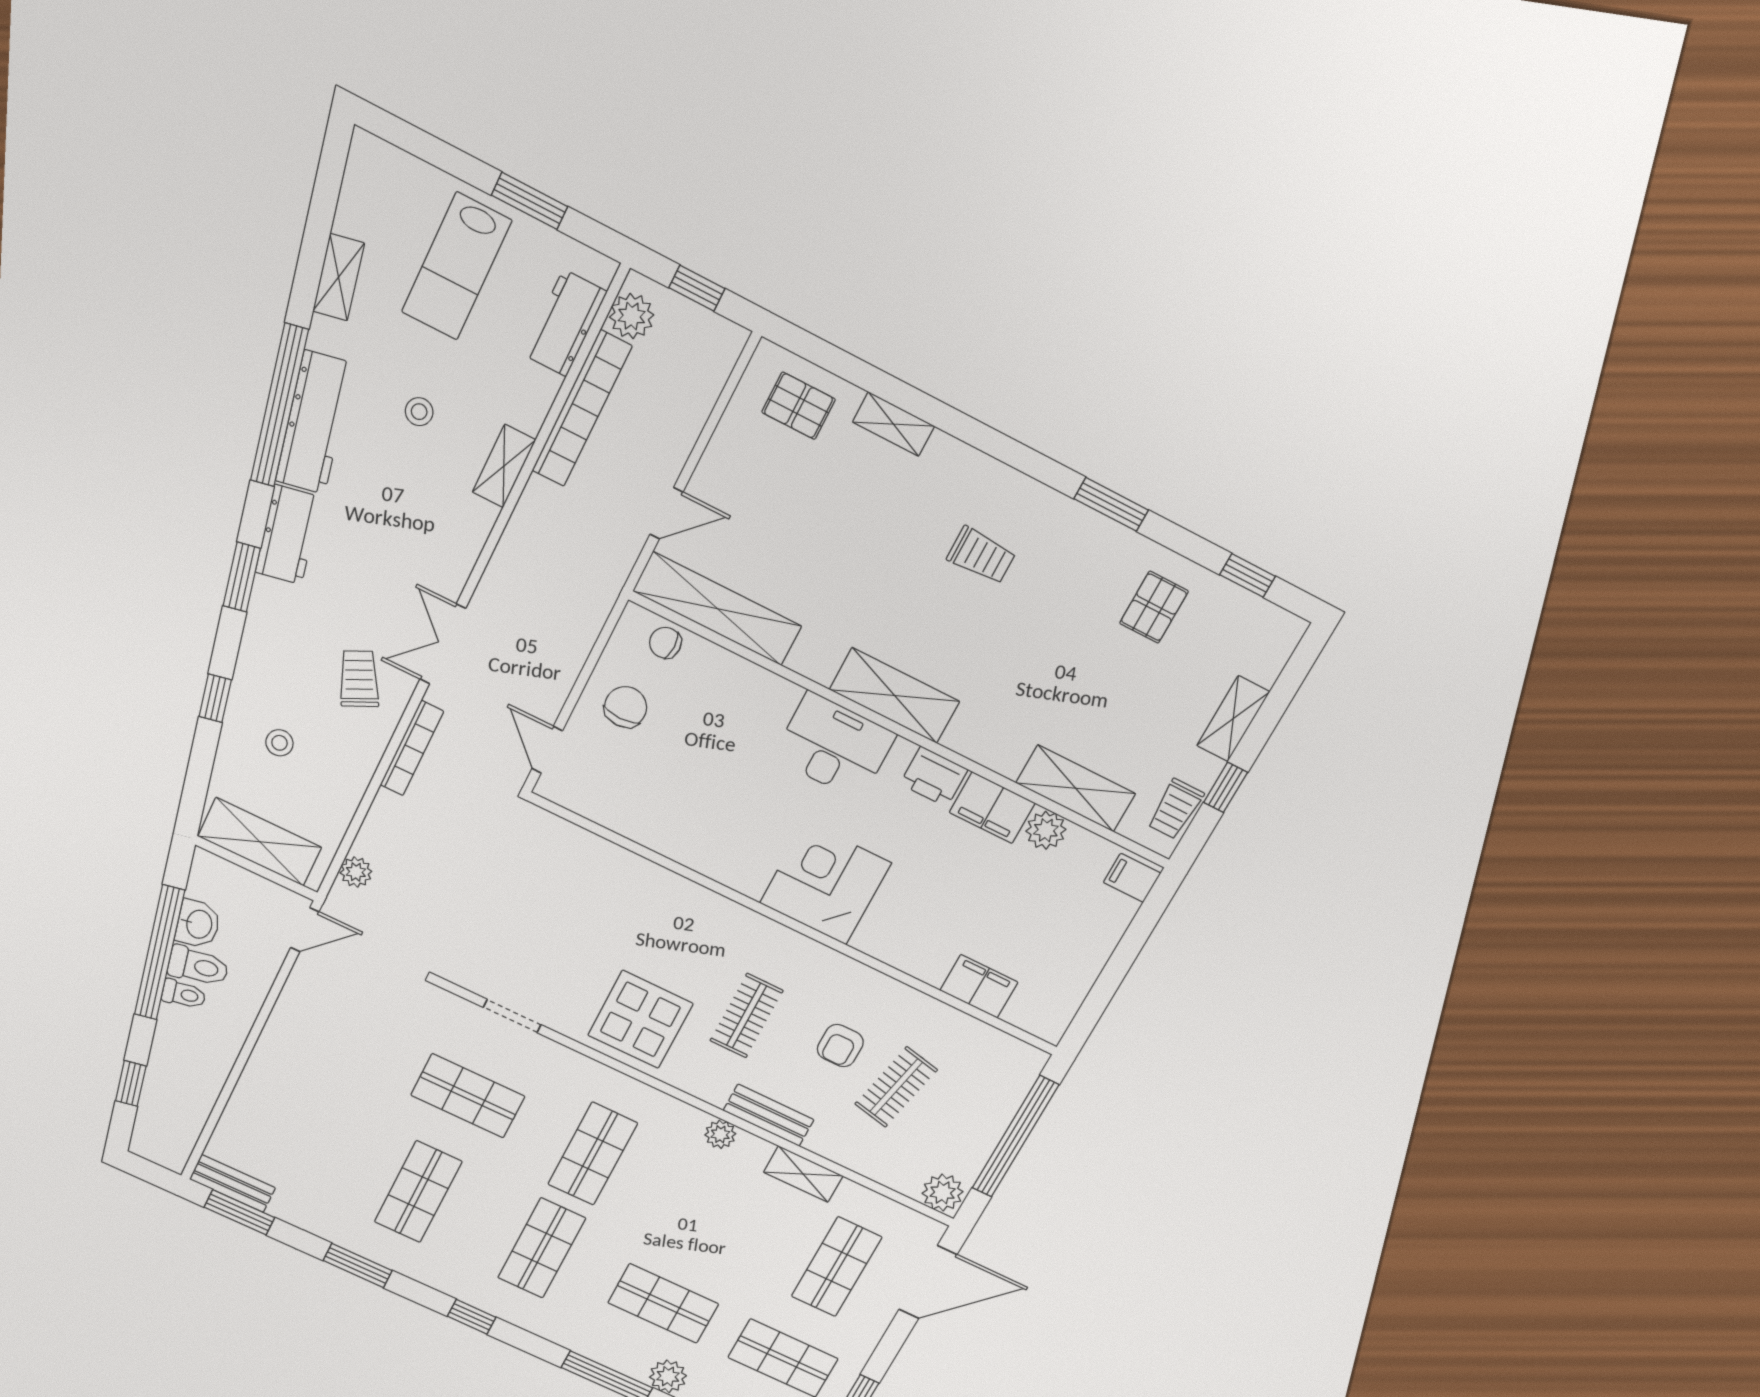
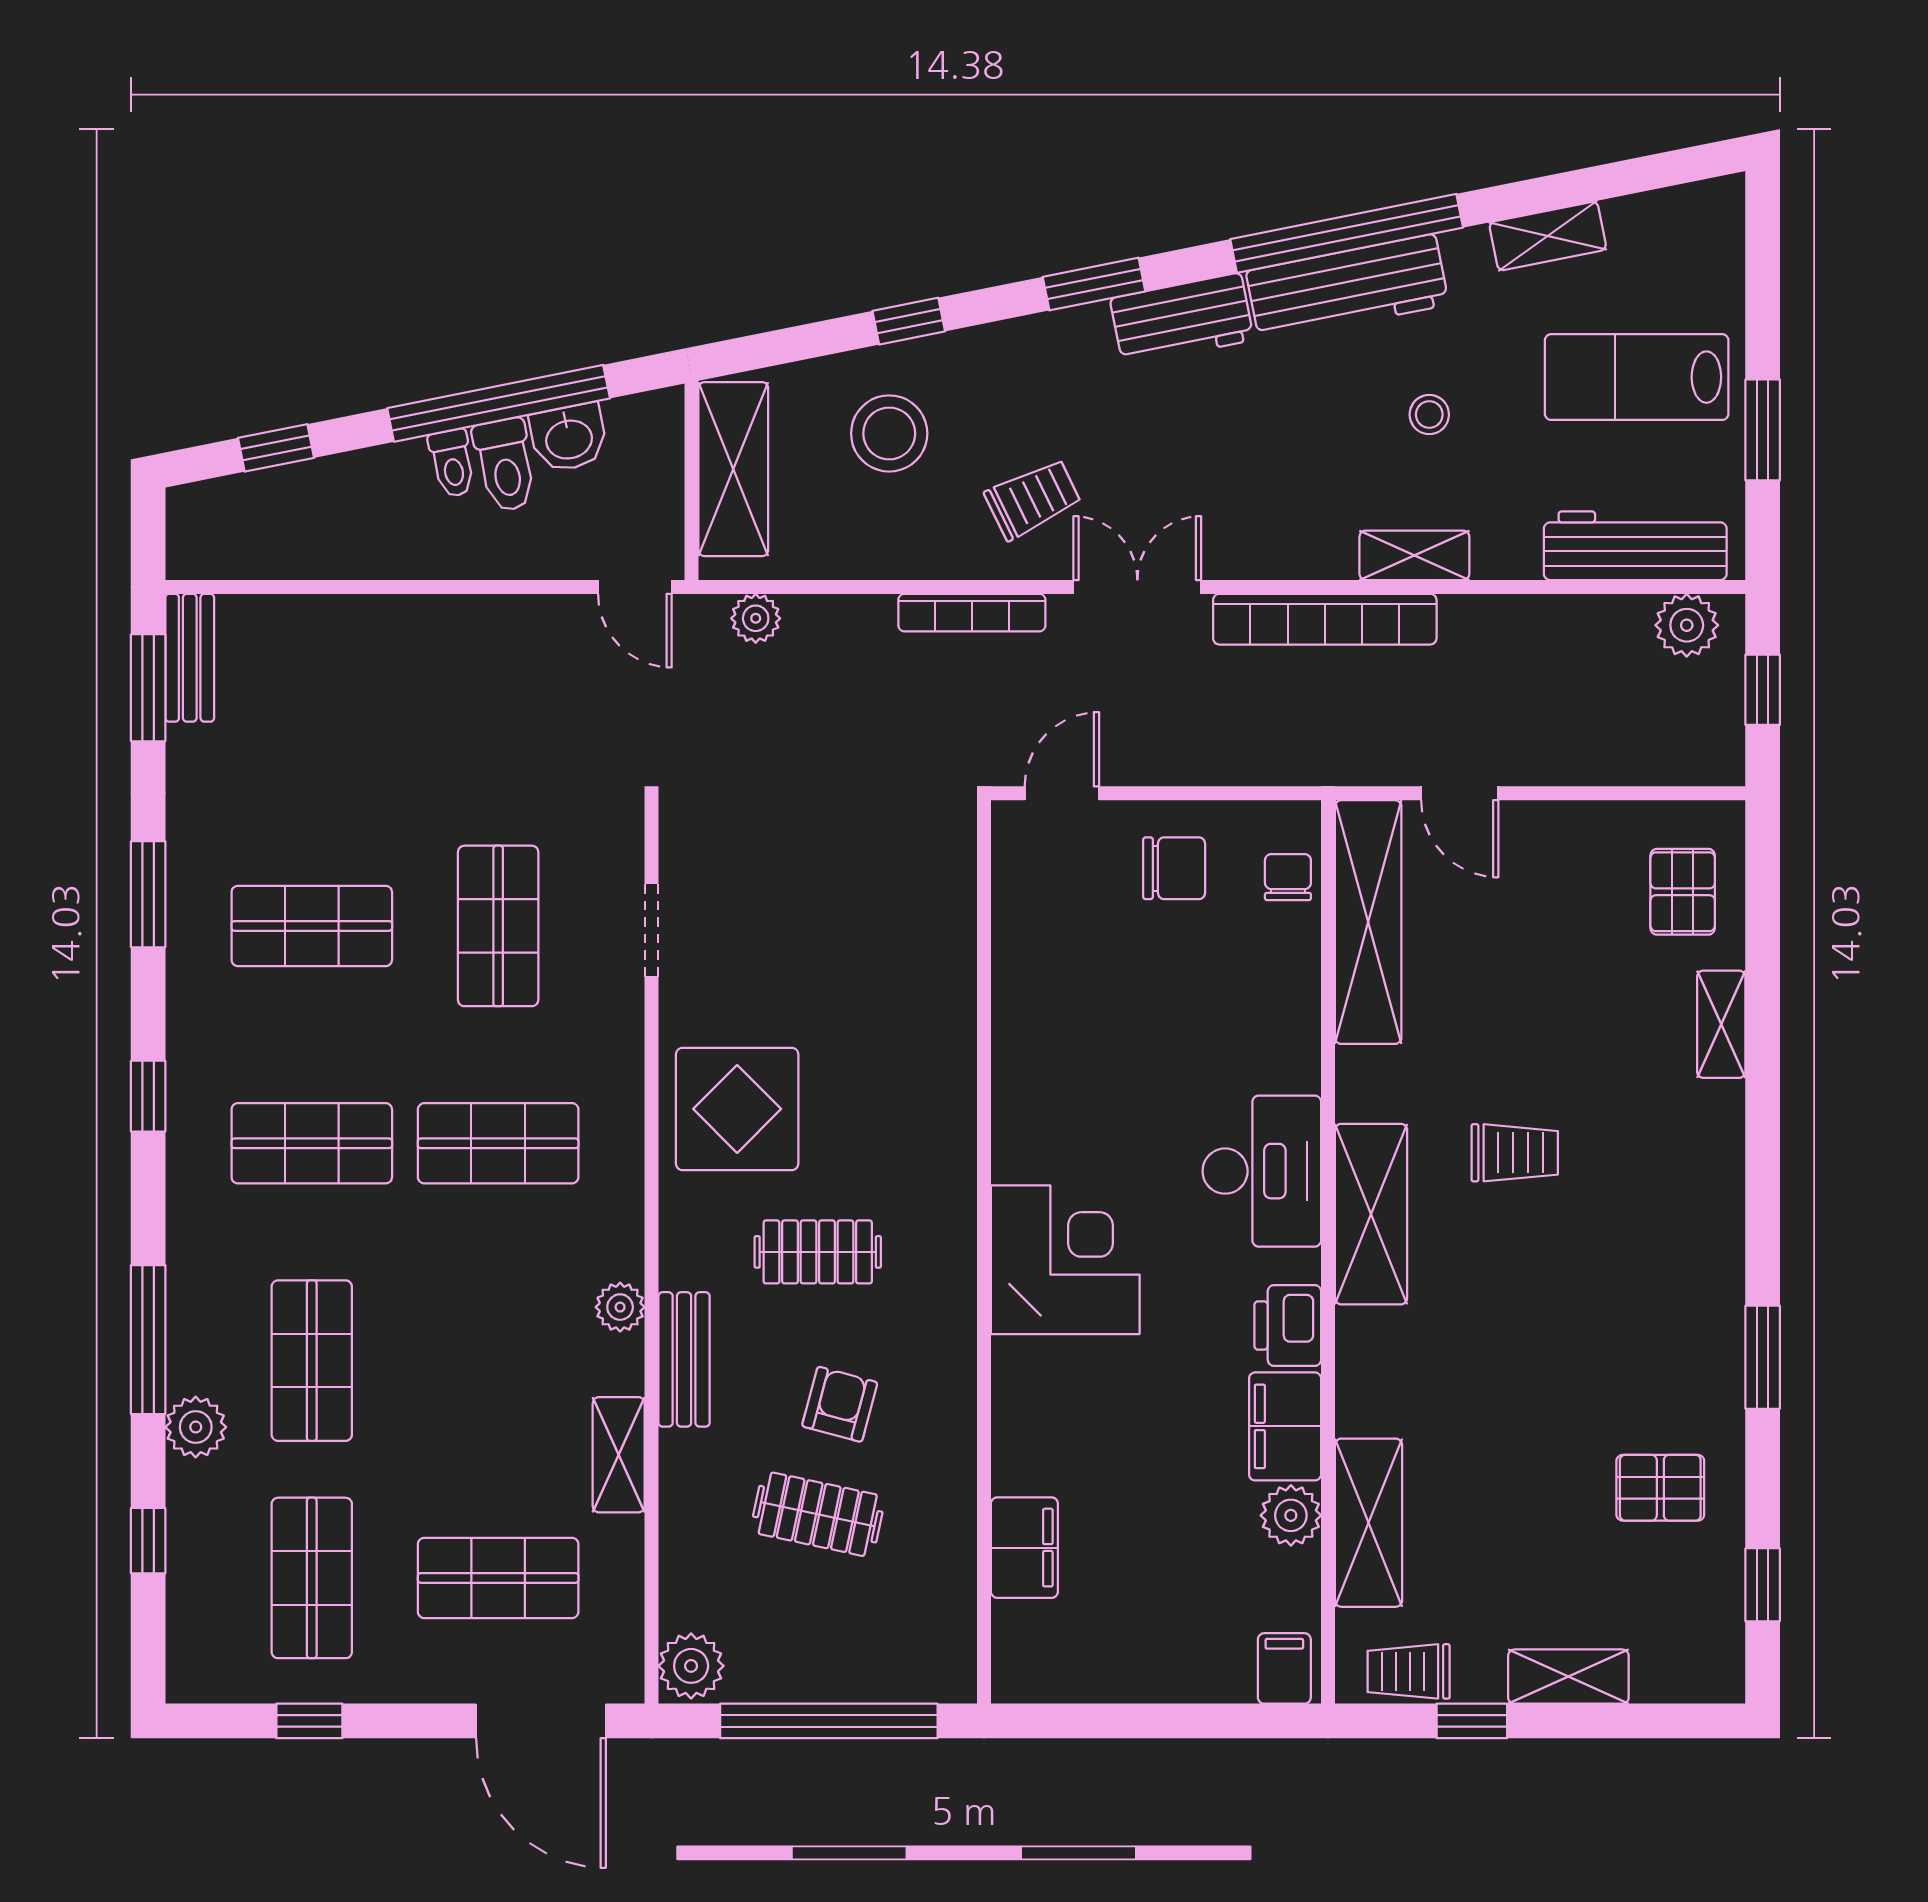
workbench: (565, 323) -> (1635, 546), width x1.38
bookcase: (582, 408) -> (1325, 619), moved
trolley: (981, 555) -> (1515, 1153), moved, turned -90
stool: (279, 743) -> (889, 433), width x1.89, depth x1.89
armchair: (840, 1046) -> (840, 1404), turned 105

